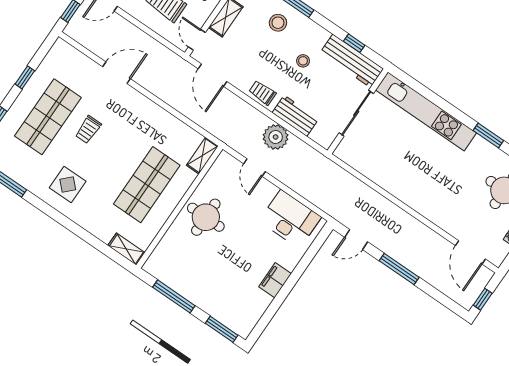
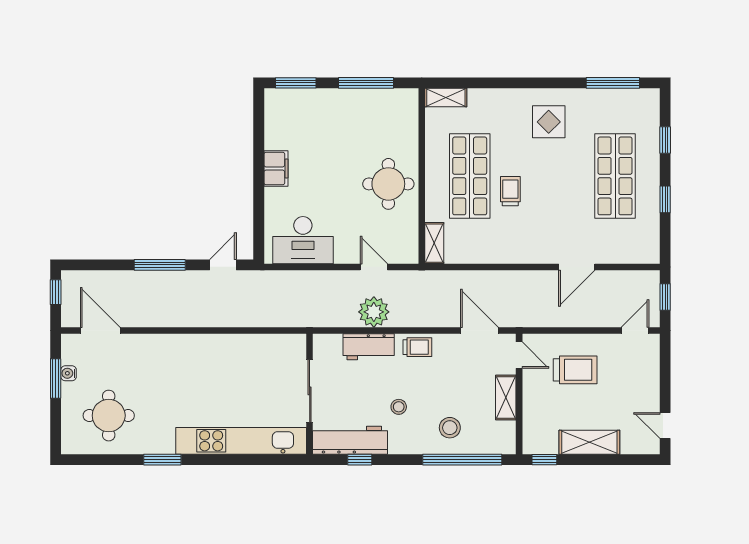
trolley: (88, 130) -> (510, 191), moved

